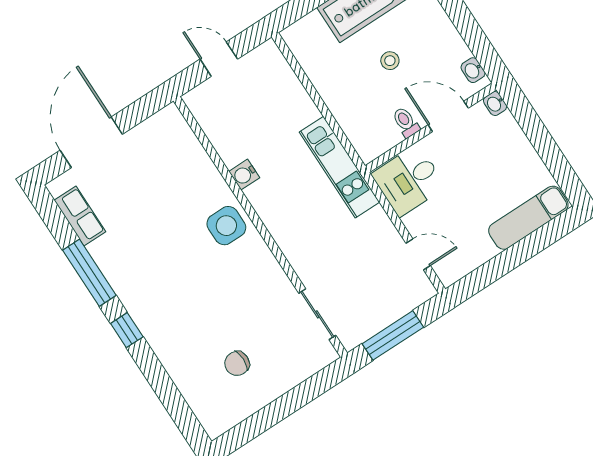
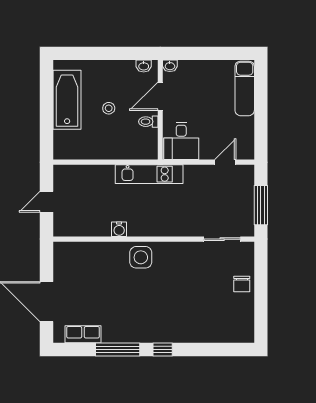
chair: (237, 363) -> (242, 284), moved

